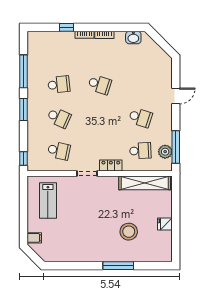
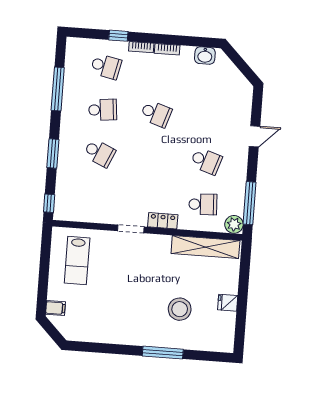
window: (23, 110) -> (53, 154), moved
school desk: (59, 151) -> (106, 66), moved
plant: (165, 152) -> (234, 224), moved

